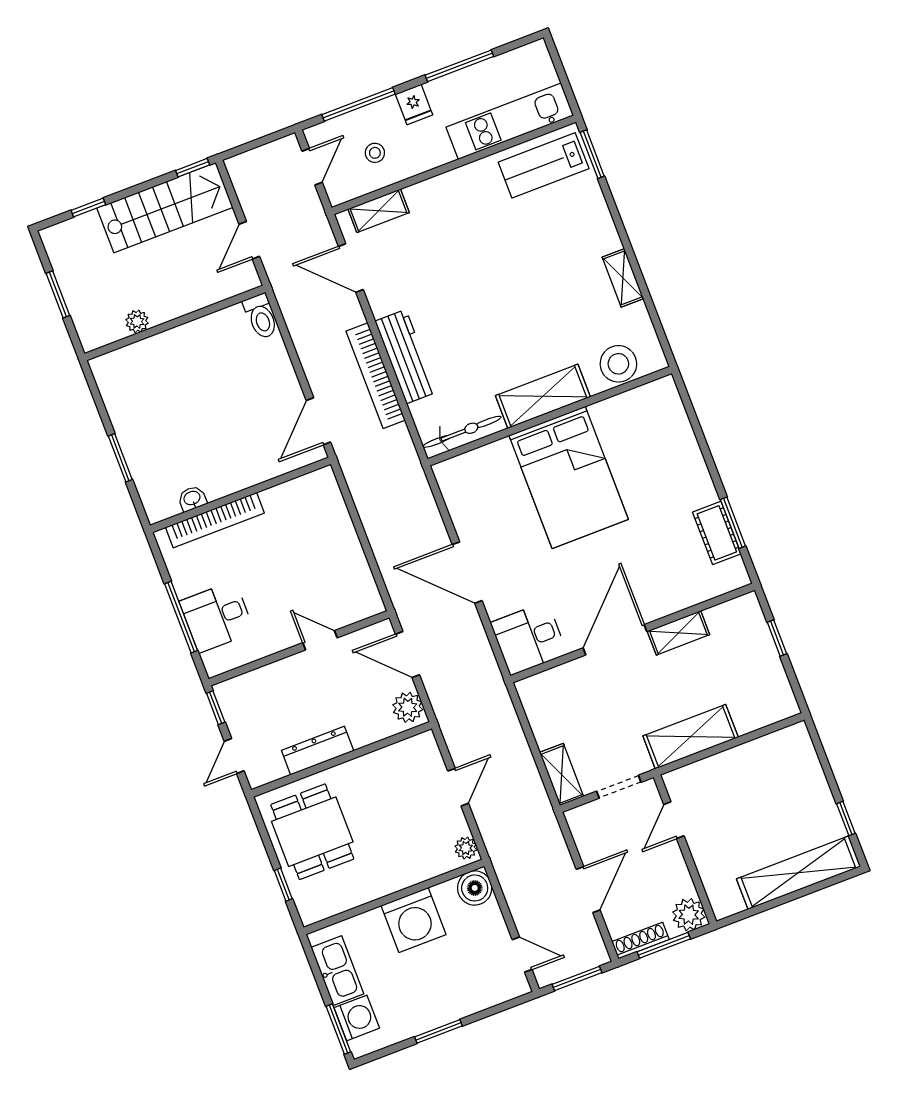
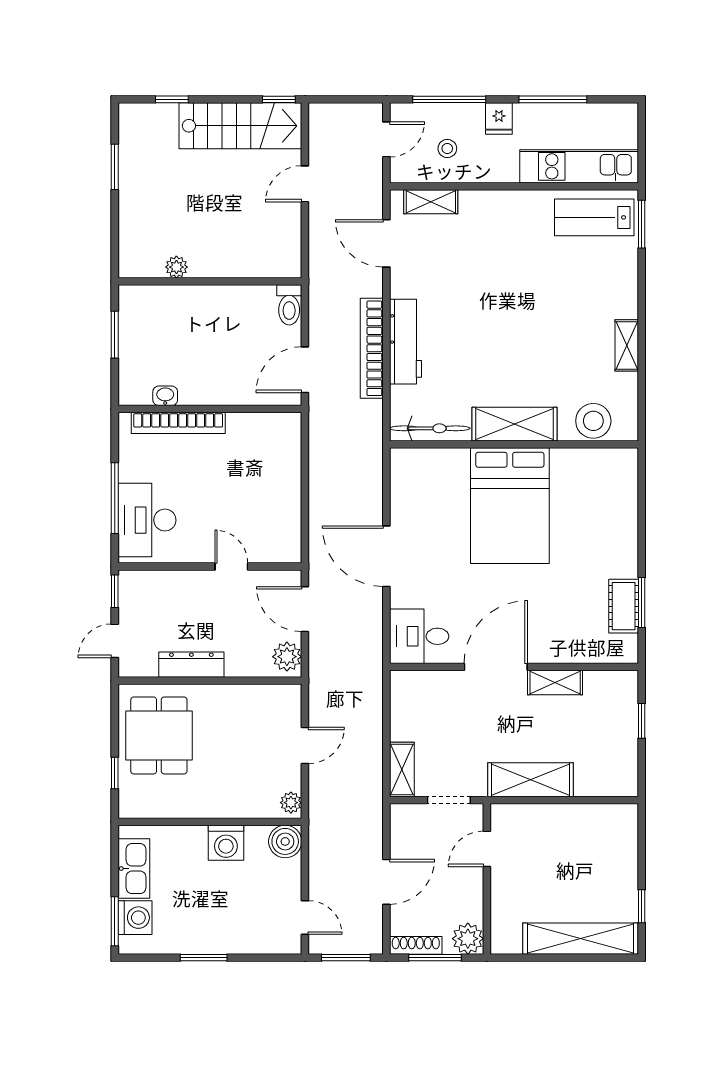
toilet: (261, 316) -> (289, 305), moved
plant: (137, 321) -> (176, 267), moved
wall: (175, 323) -> (210, 281), moved
desk: (217, 617) -> (147, 520), width x1.37
washing machine: (414, 920) -> (226, 843), width x0.73, depth x0.73

